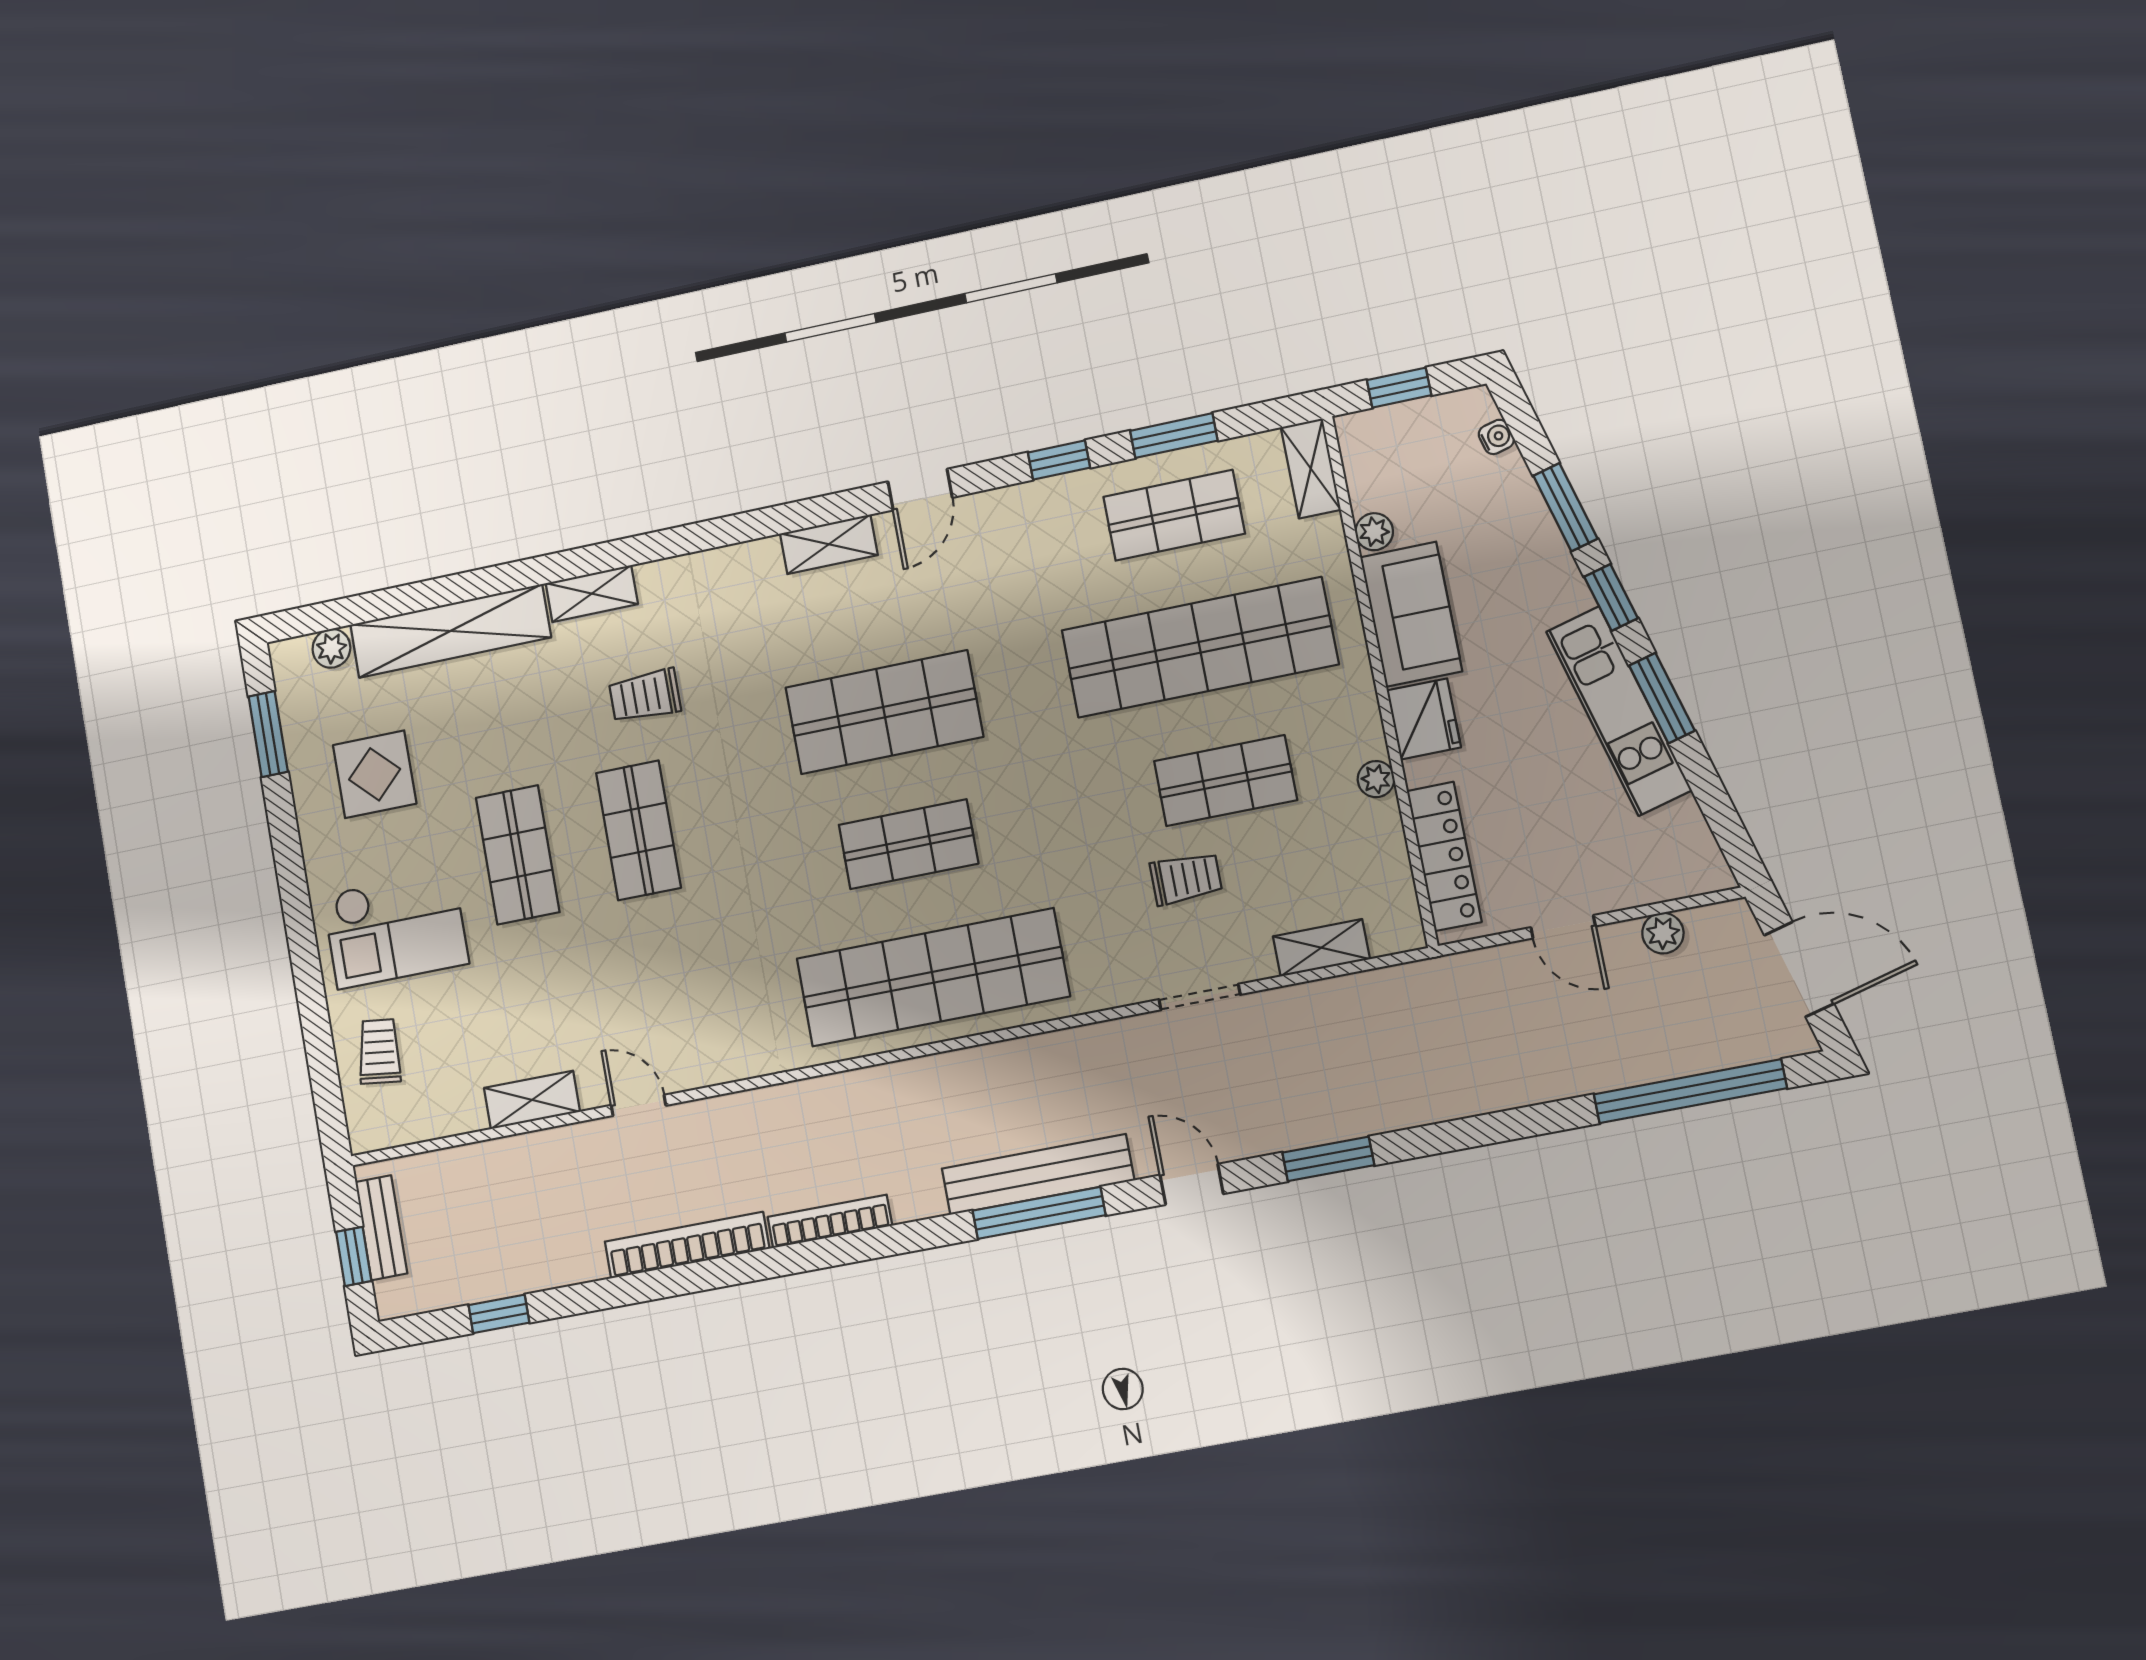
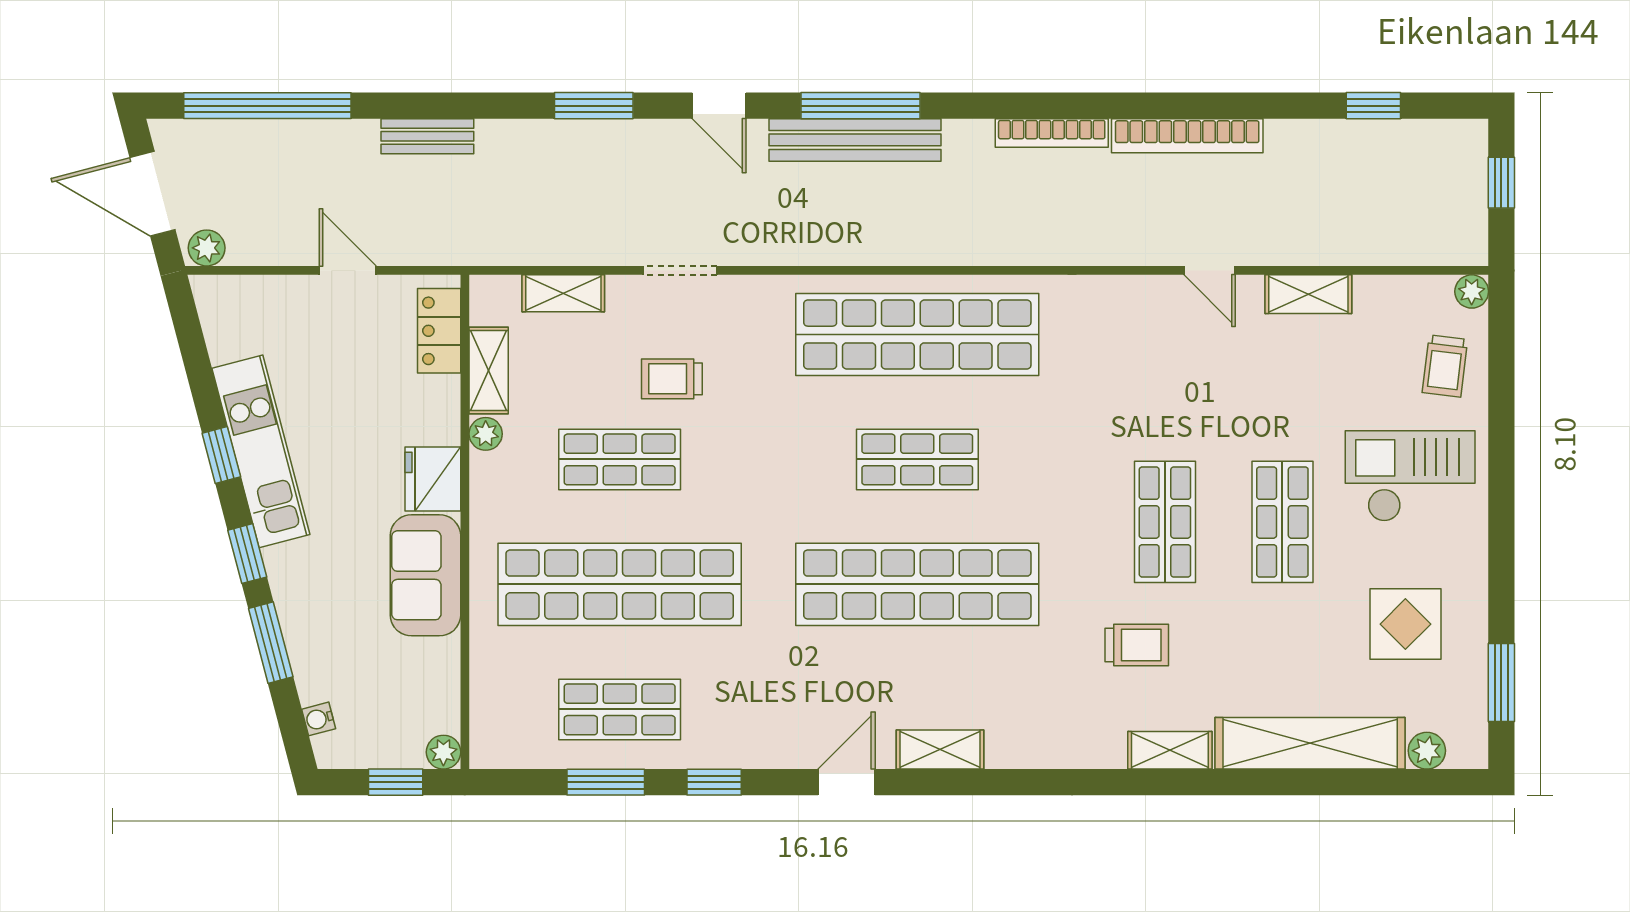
shelving: (1311, 468) -> (489, 371), moved
plant: (1374, 532) -> (443, 752), moved
window: (1662, 698) -> (221, 455), width x0.67
shop shelf: (884, 712) -> (917, 584), width x1.40
locker: (1444, 856) -> (439, 331), width x0.66
plant: (1663, 933) -> (207, 248), moved
plant: (365, 1135) -> (1472, 291), added
bench: (381, 1228) -> (427, 136), moved, turned 90

